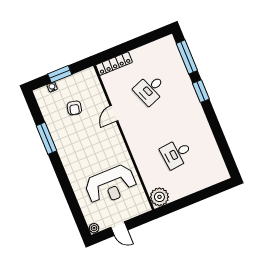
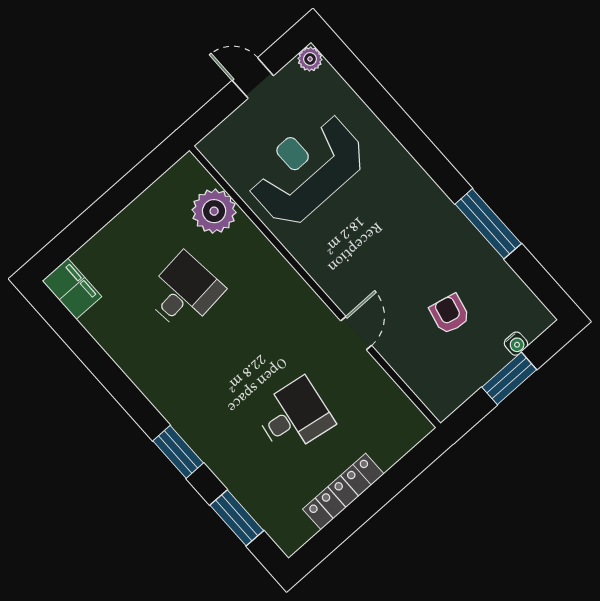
window: (187, 57) -> (237, 518), width x0.69
locker: (114, 64) -> (343, 492), moved
desk: (150, 89) -> (294, 416), turned 30
filing cabinet: (220, 171) -> (72, 289), added
plant: (159, 197) -> (214, 211), moved

